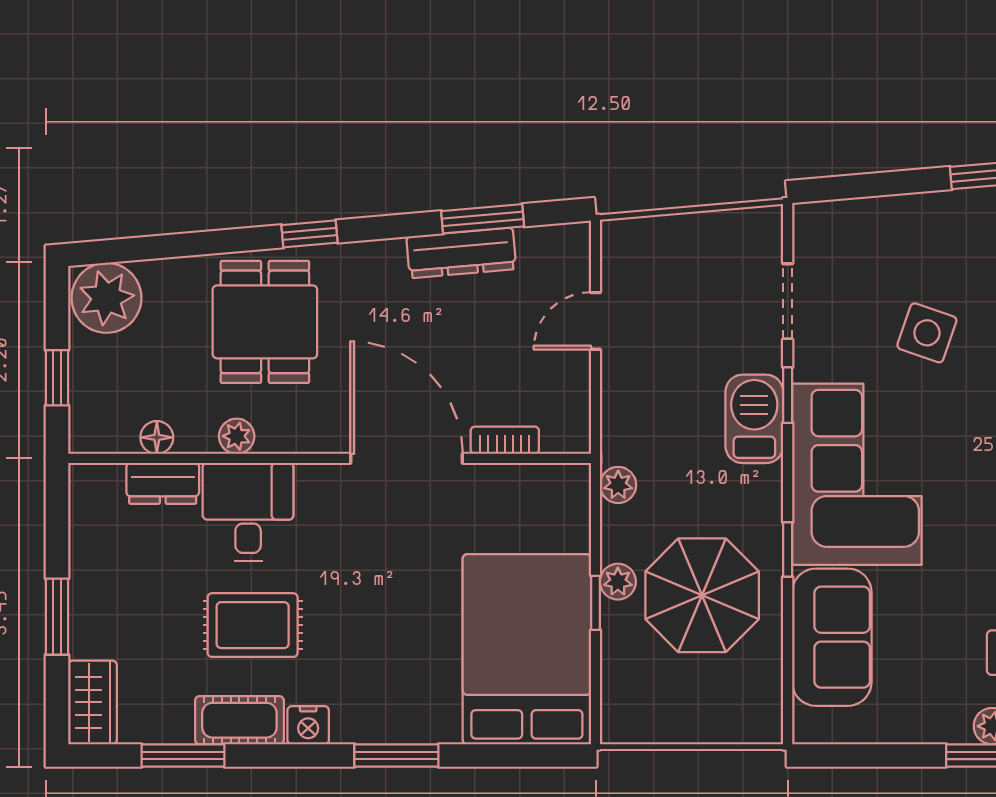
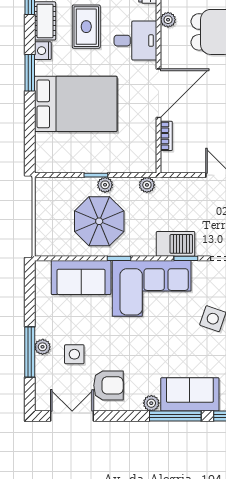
desk: (248, 512) -> (135, 41), moved
bed: (527, 649) -> (76, 104), moved
window: (396, 755) -> (30, 73), moved

